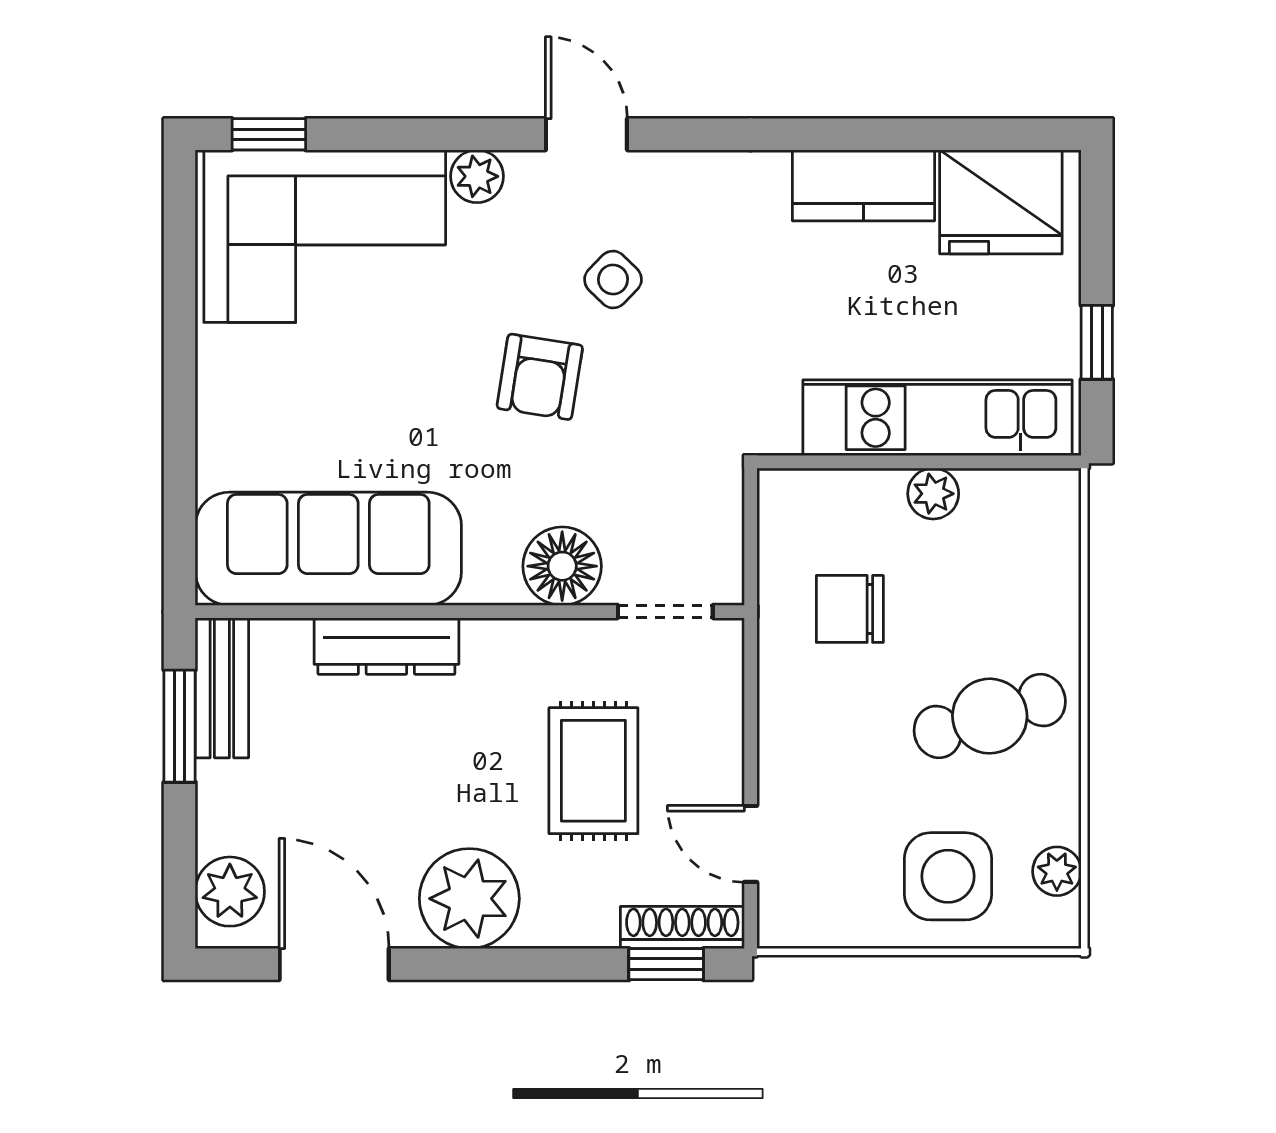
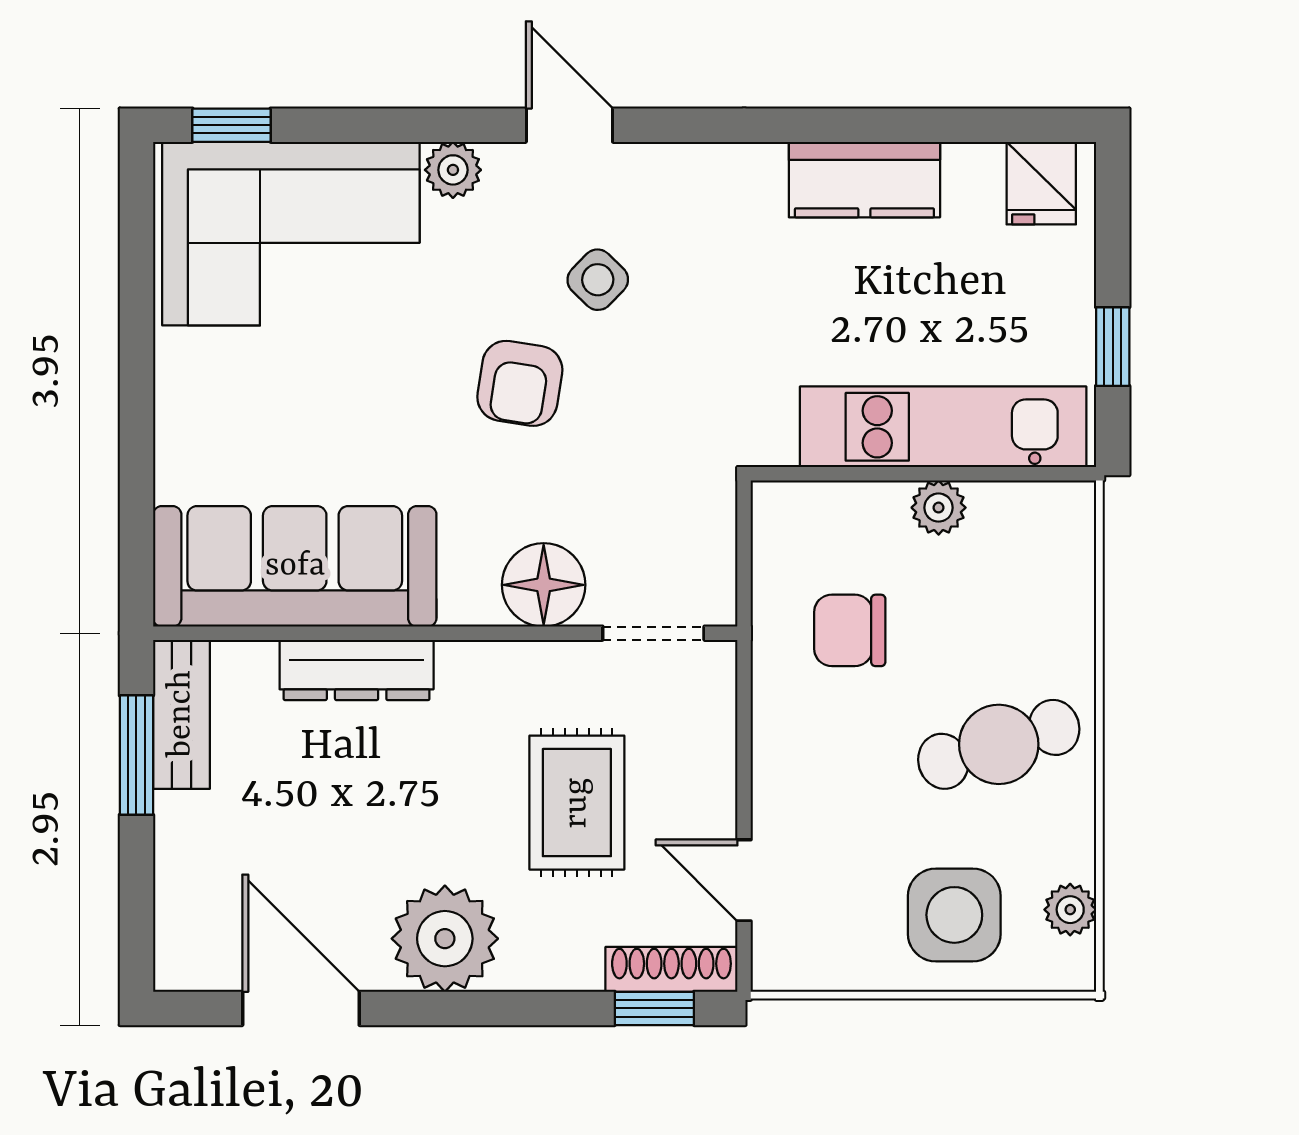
fridge: (1001, 202) -> (1041, 183), width x0.53, depth x0.75
plant: (230, 892) -> (190, 931), removed

